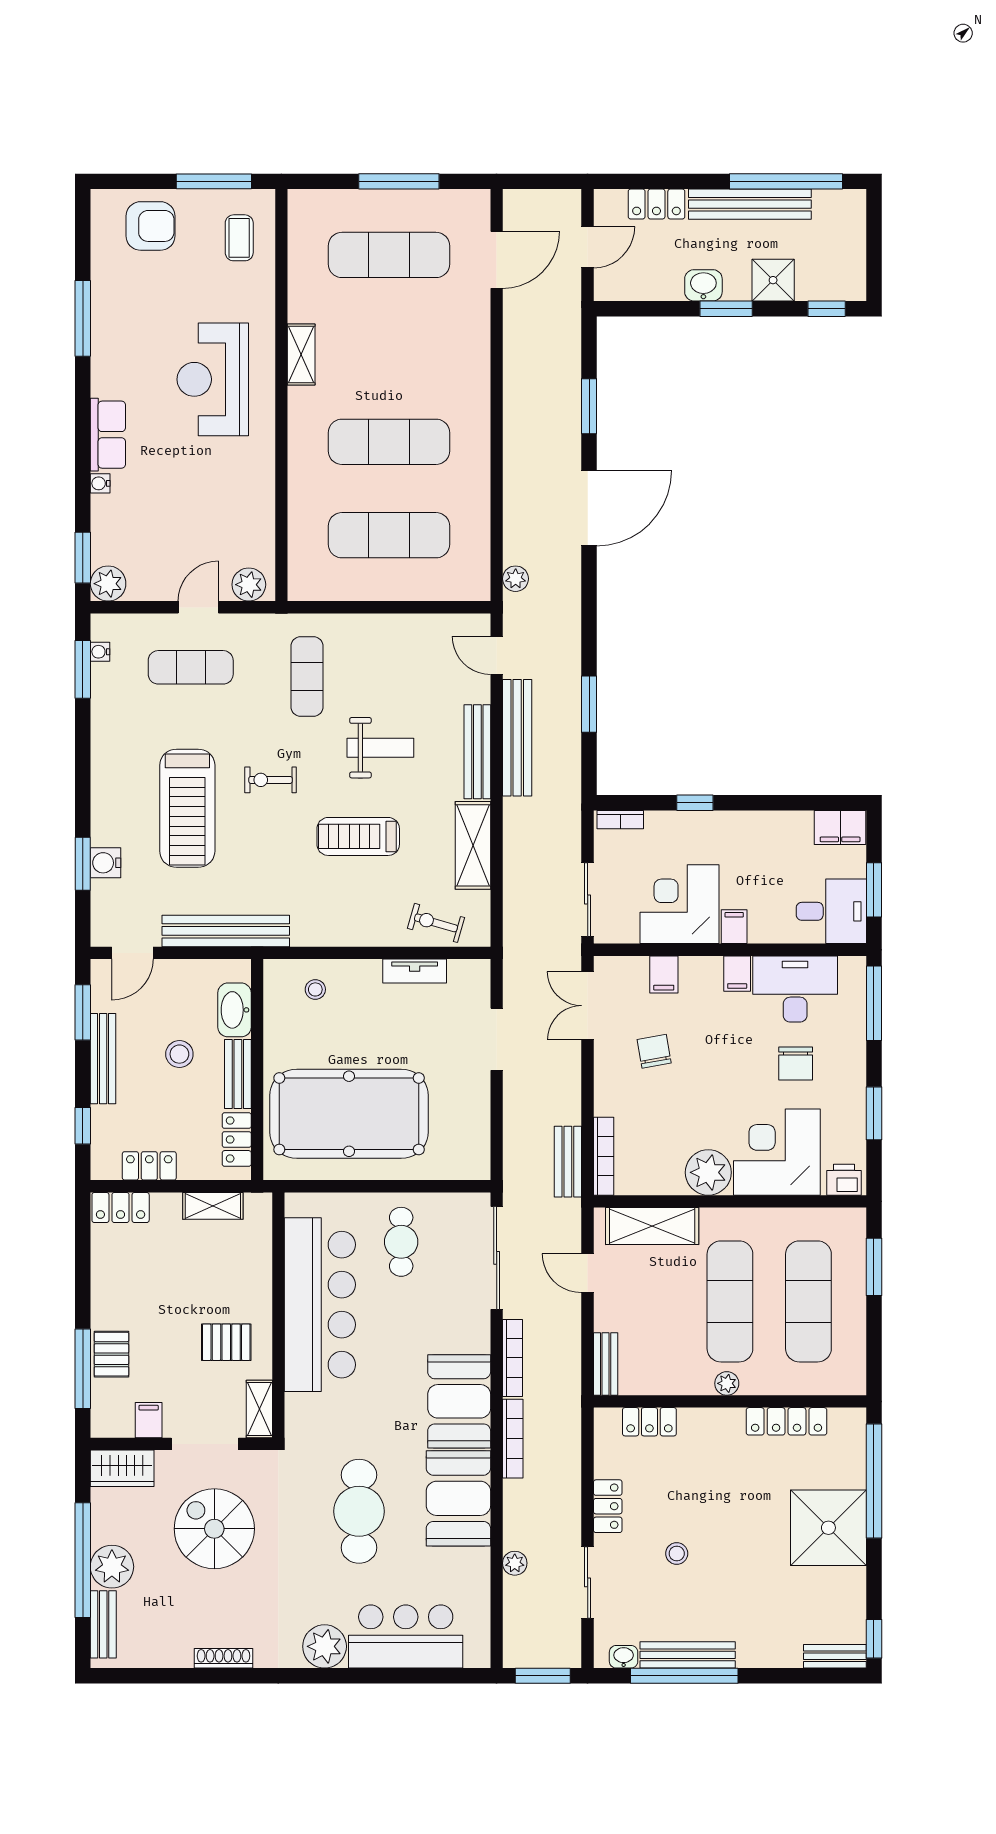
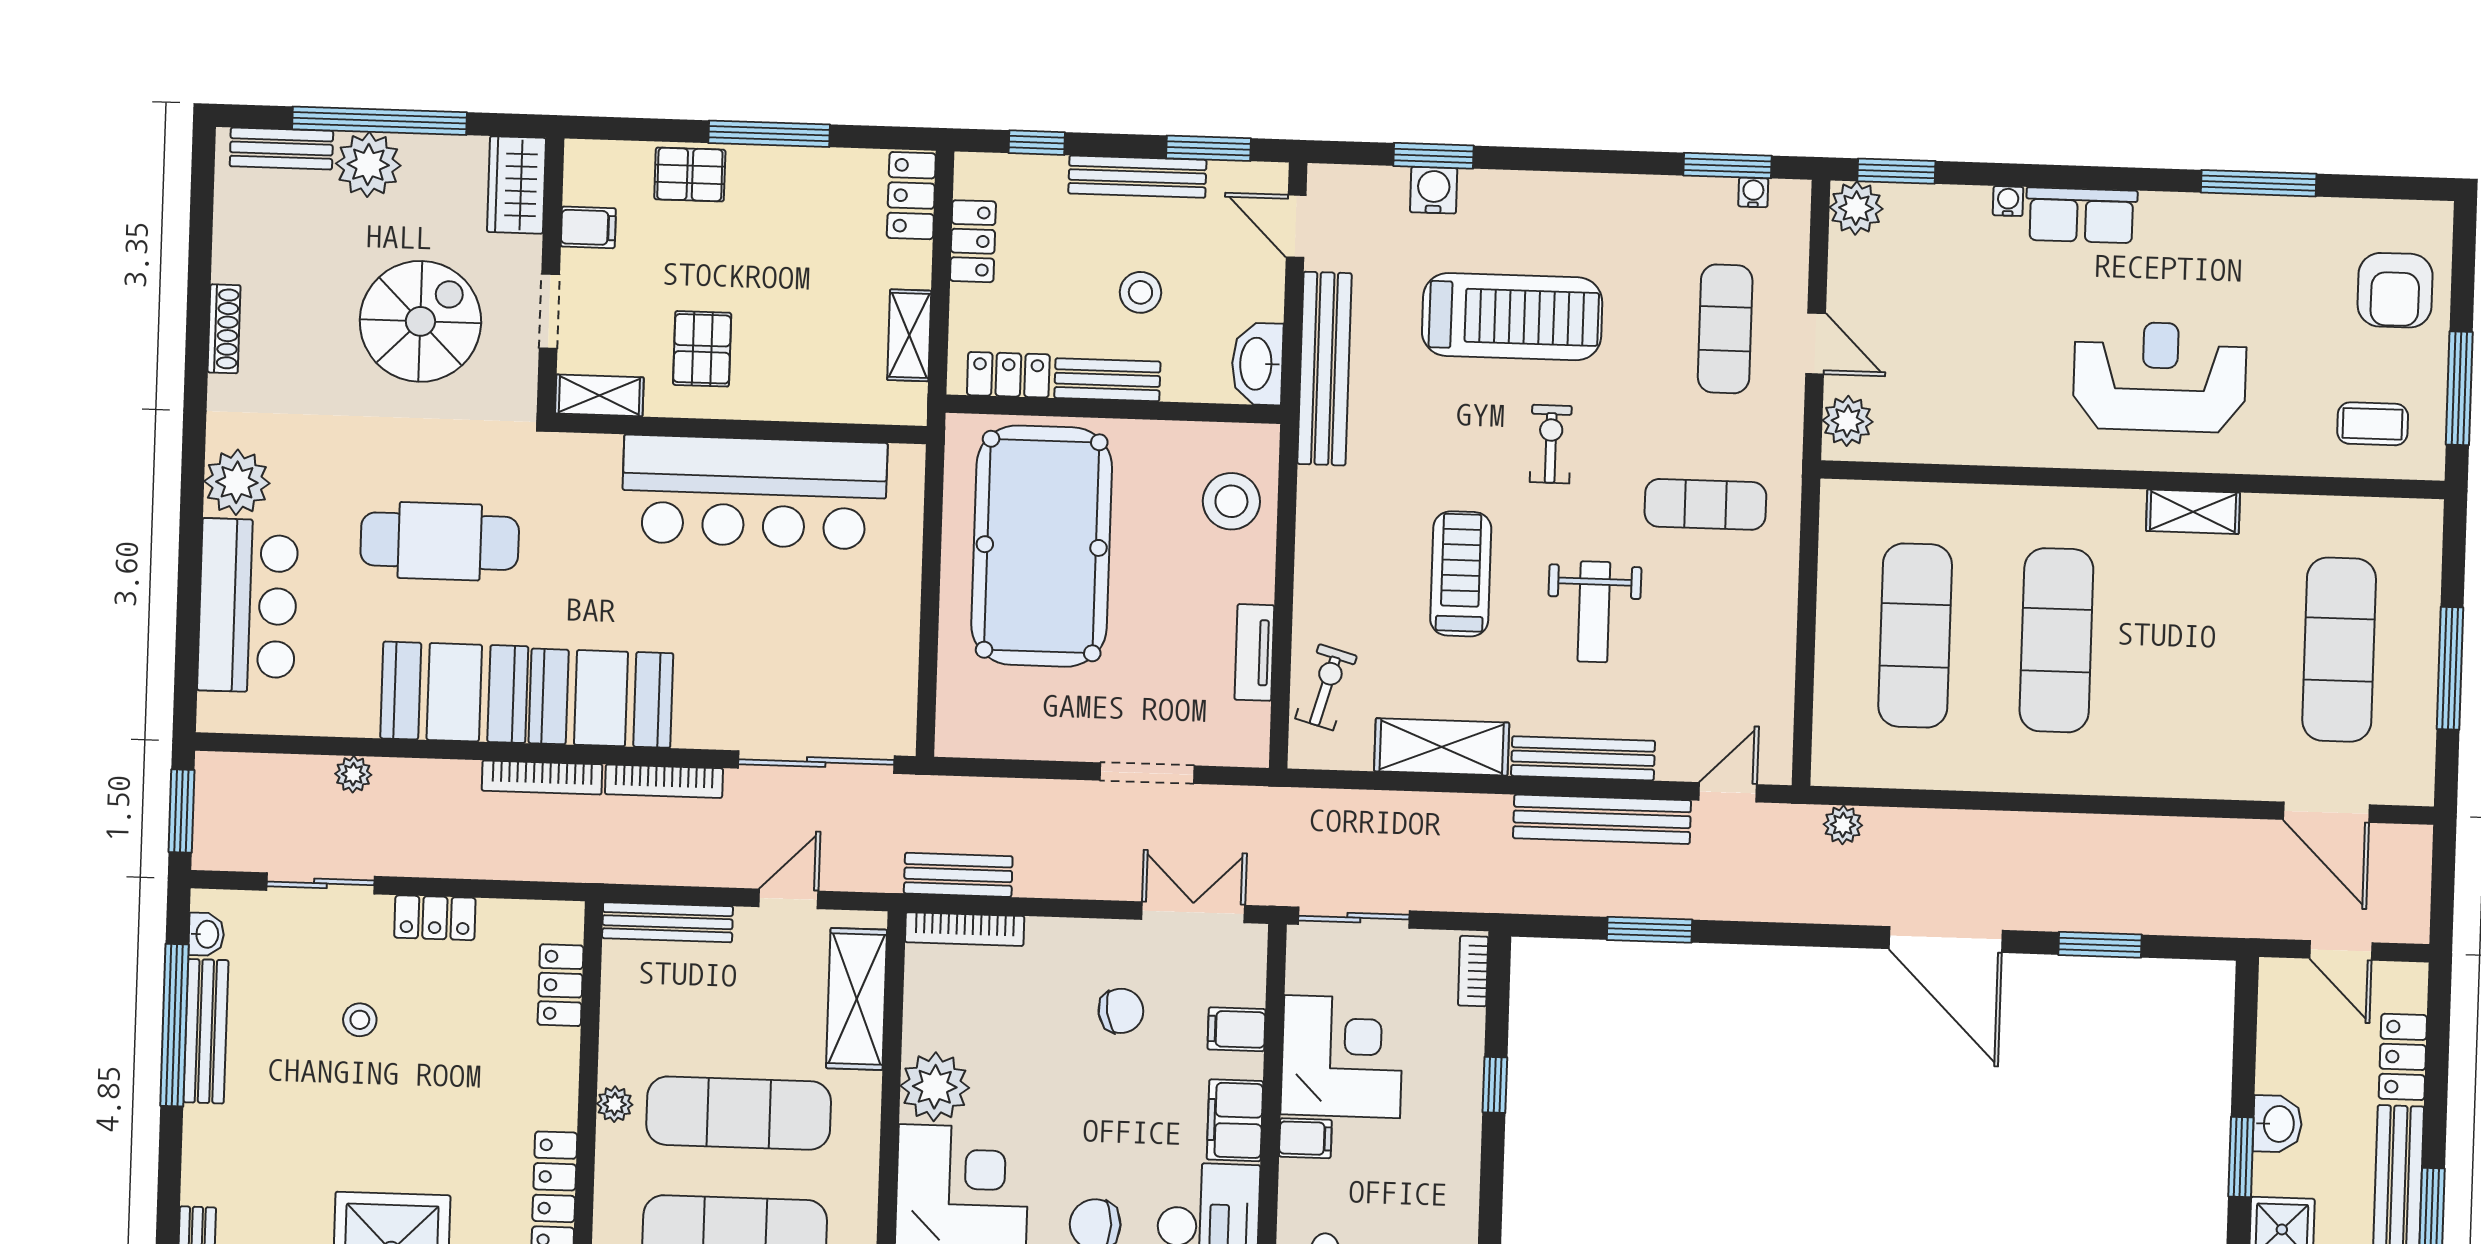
treadmill: (187, 808) -> (1512, 317), turned 180
filing cabinet: (737, 974) -> (1235, 1120), width x2.00
stool: (315, 989) -> (1231, 501), width x1.89, depth x1.89
washbasin: (235, 1010) -> (1257, 364), moved, turned -90
cafe table: (401, 1242) -> (845, 618), removed
bench: (606, 1364) -> (668, 922), width x1.36
window: (83, 1369) -> (769, 134), moved
doorway: (205, 1444) -> (549, 311), width x0.73

